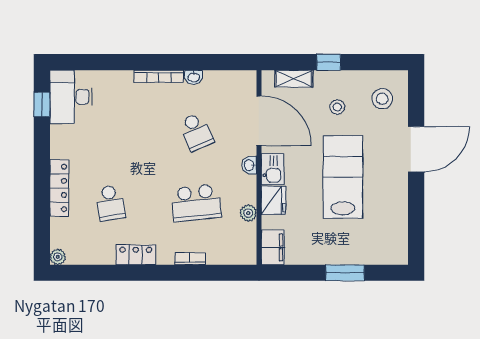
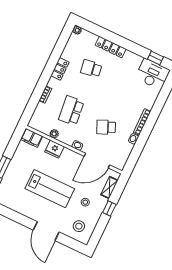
kitchen sink: (273, 169) -> (70, 156), removed

